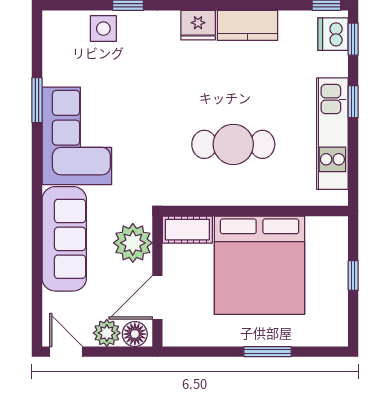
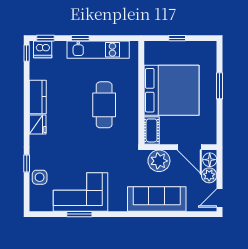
corner sofa: (77, 136) -> (80, 192), moved

